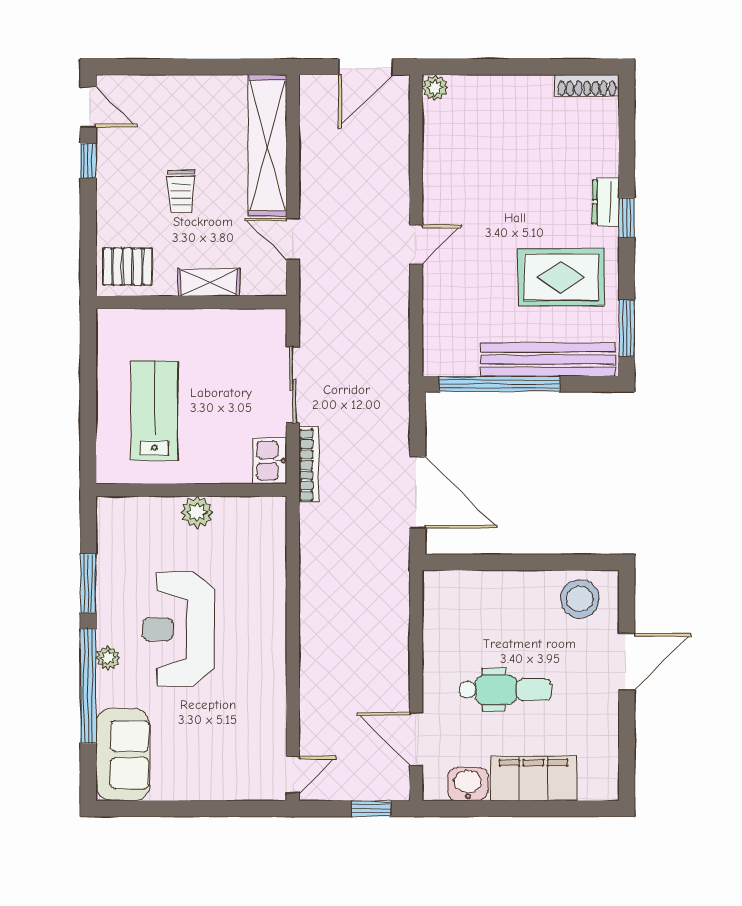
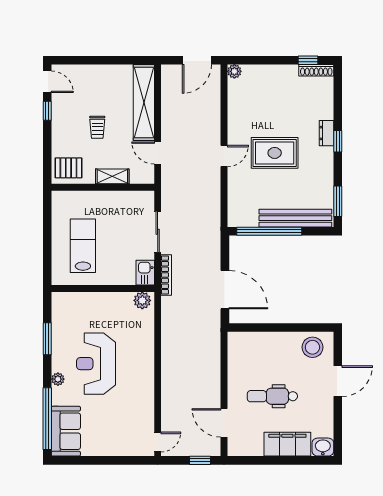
window: (572, 67) -> (308, 60), added
rug: (561, 277) -> (275, 153), moved
plant: (197, 512) -> (142, 300), moved
window: (88, 686) -> (47, 419), moved
dental chair: (505, 690) -> (272, 396), turned 180
washbasin: (468, 784) -> (323, 447), moved

